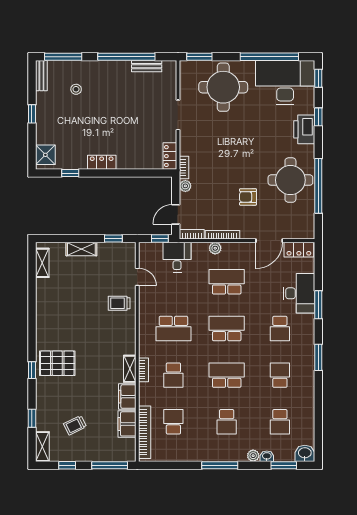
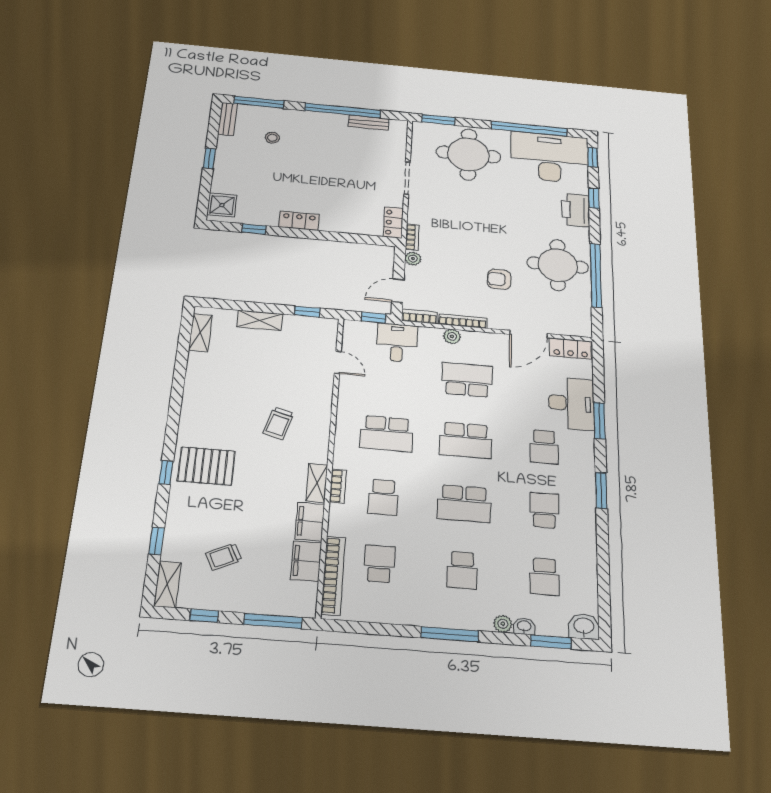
trolley: (119, 303) -> (278, 423), moved, turned -74
school desk: (227, 328) -> (466, 440), turned 180
school desk: (227, 375) -> (464, 504), turned 180

